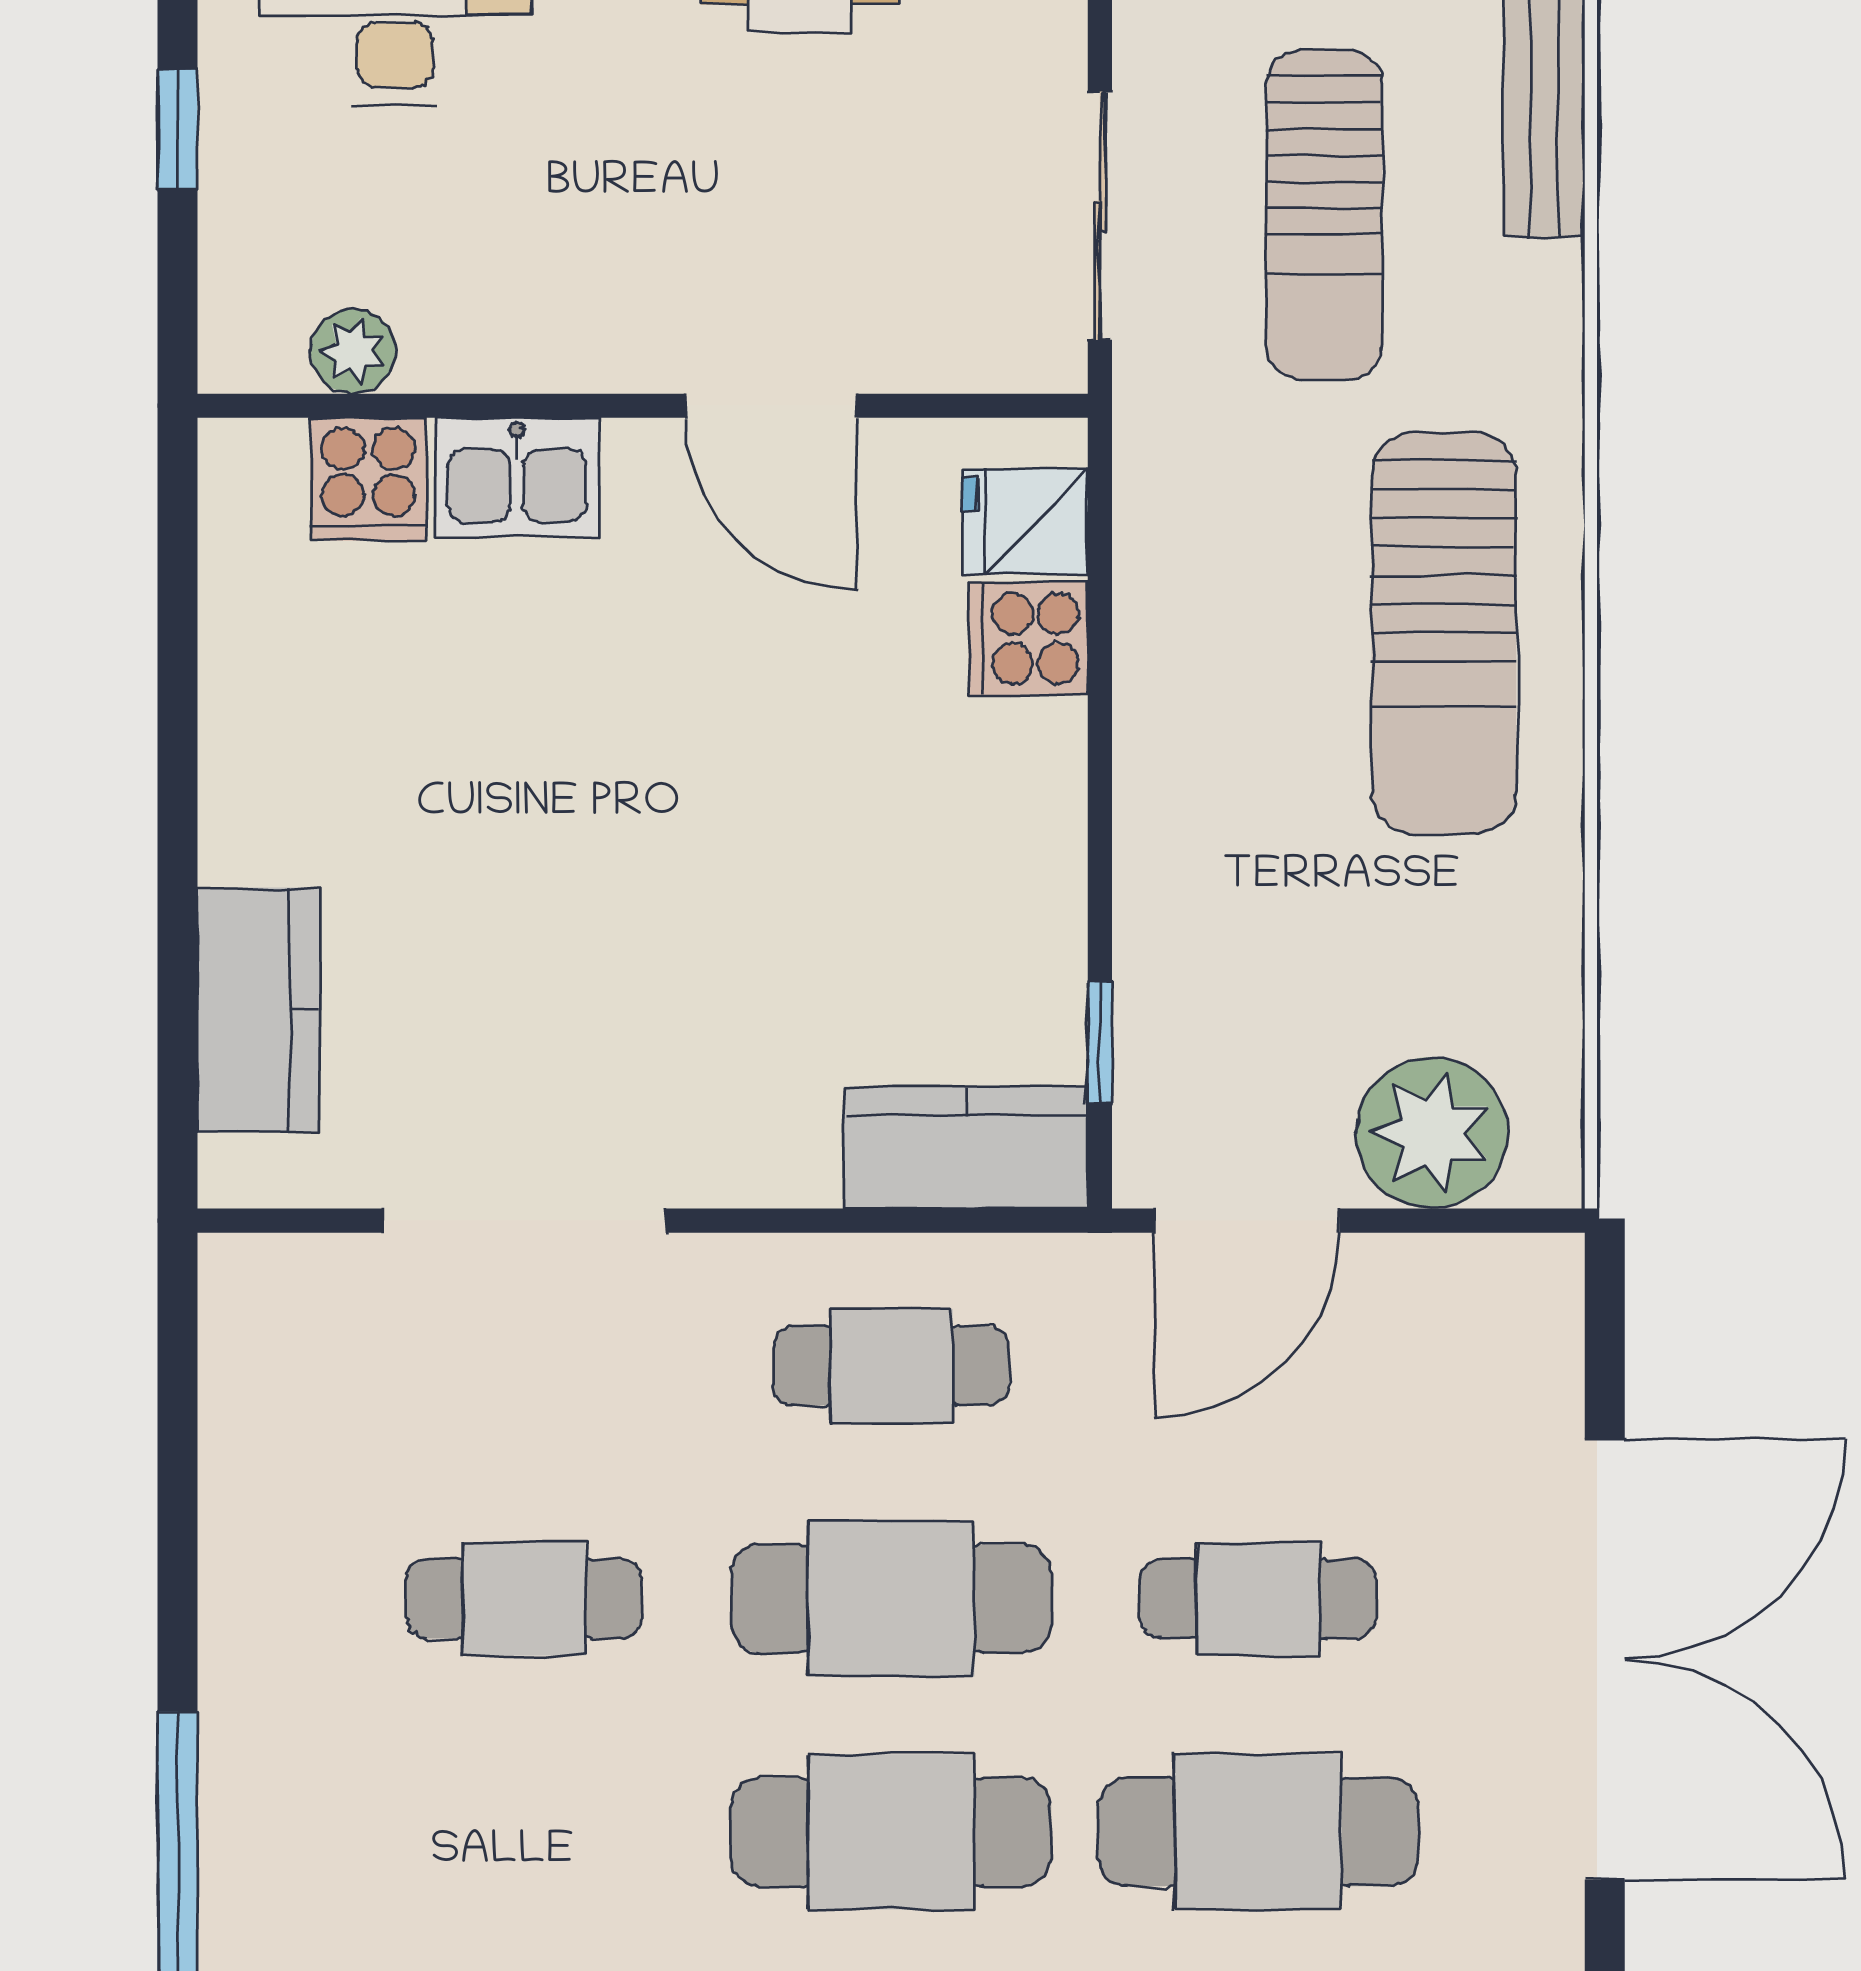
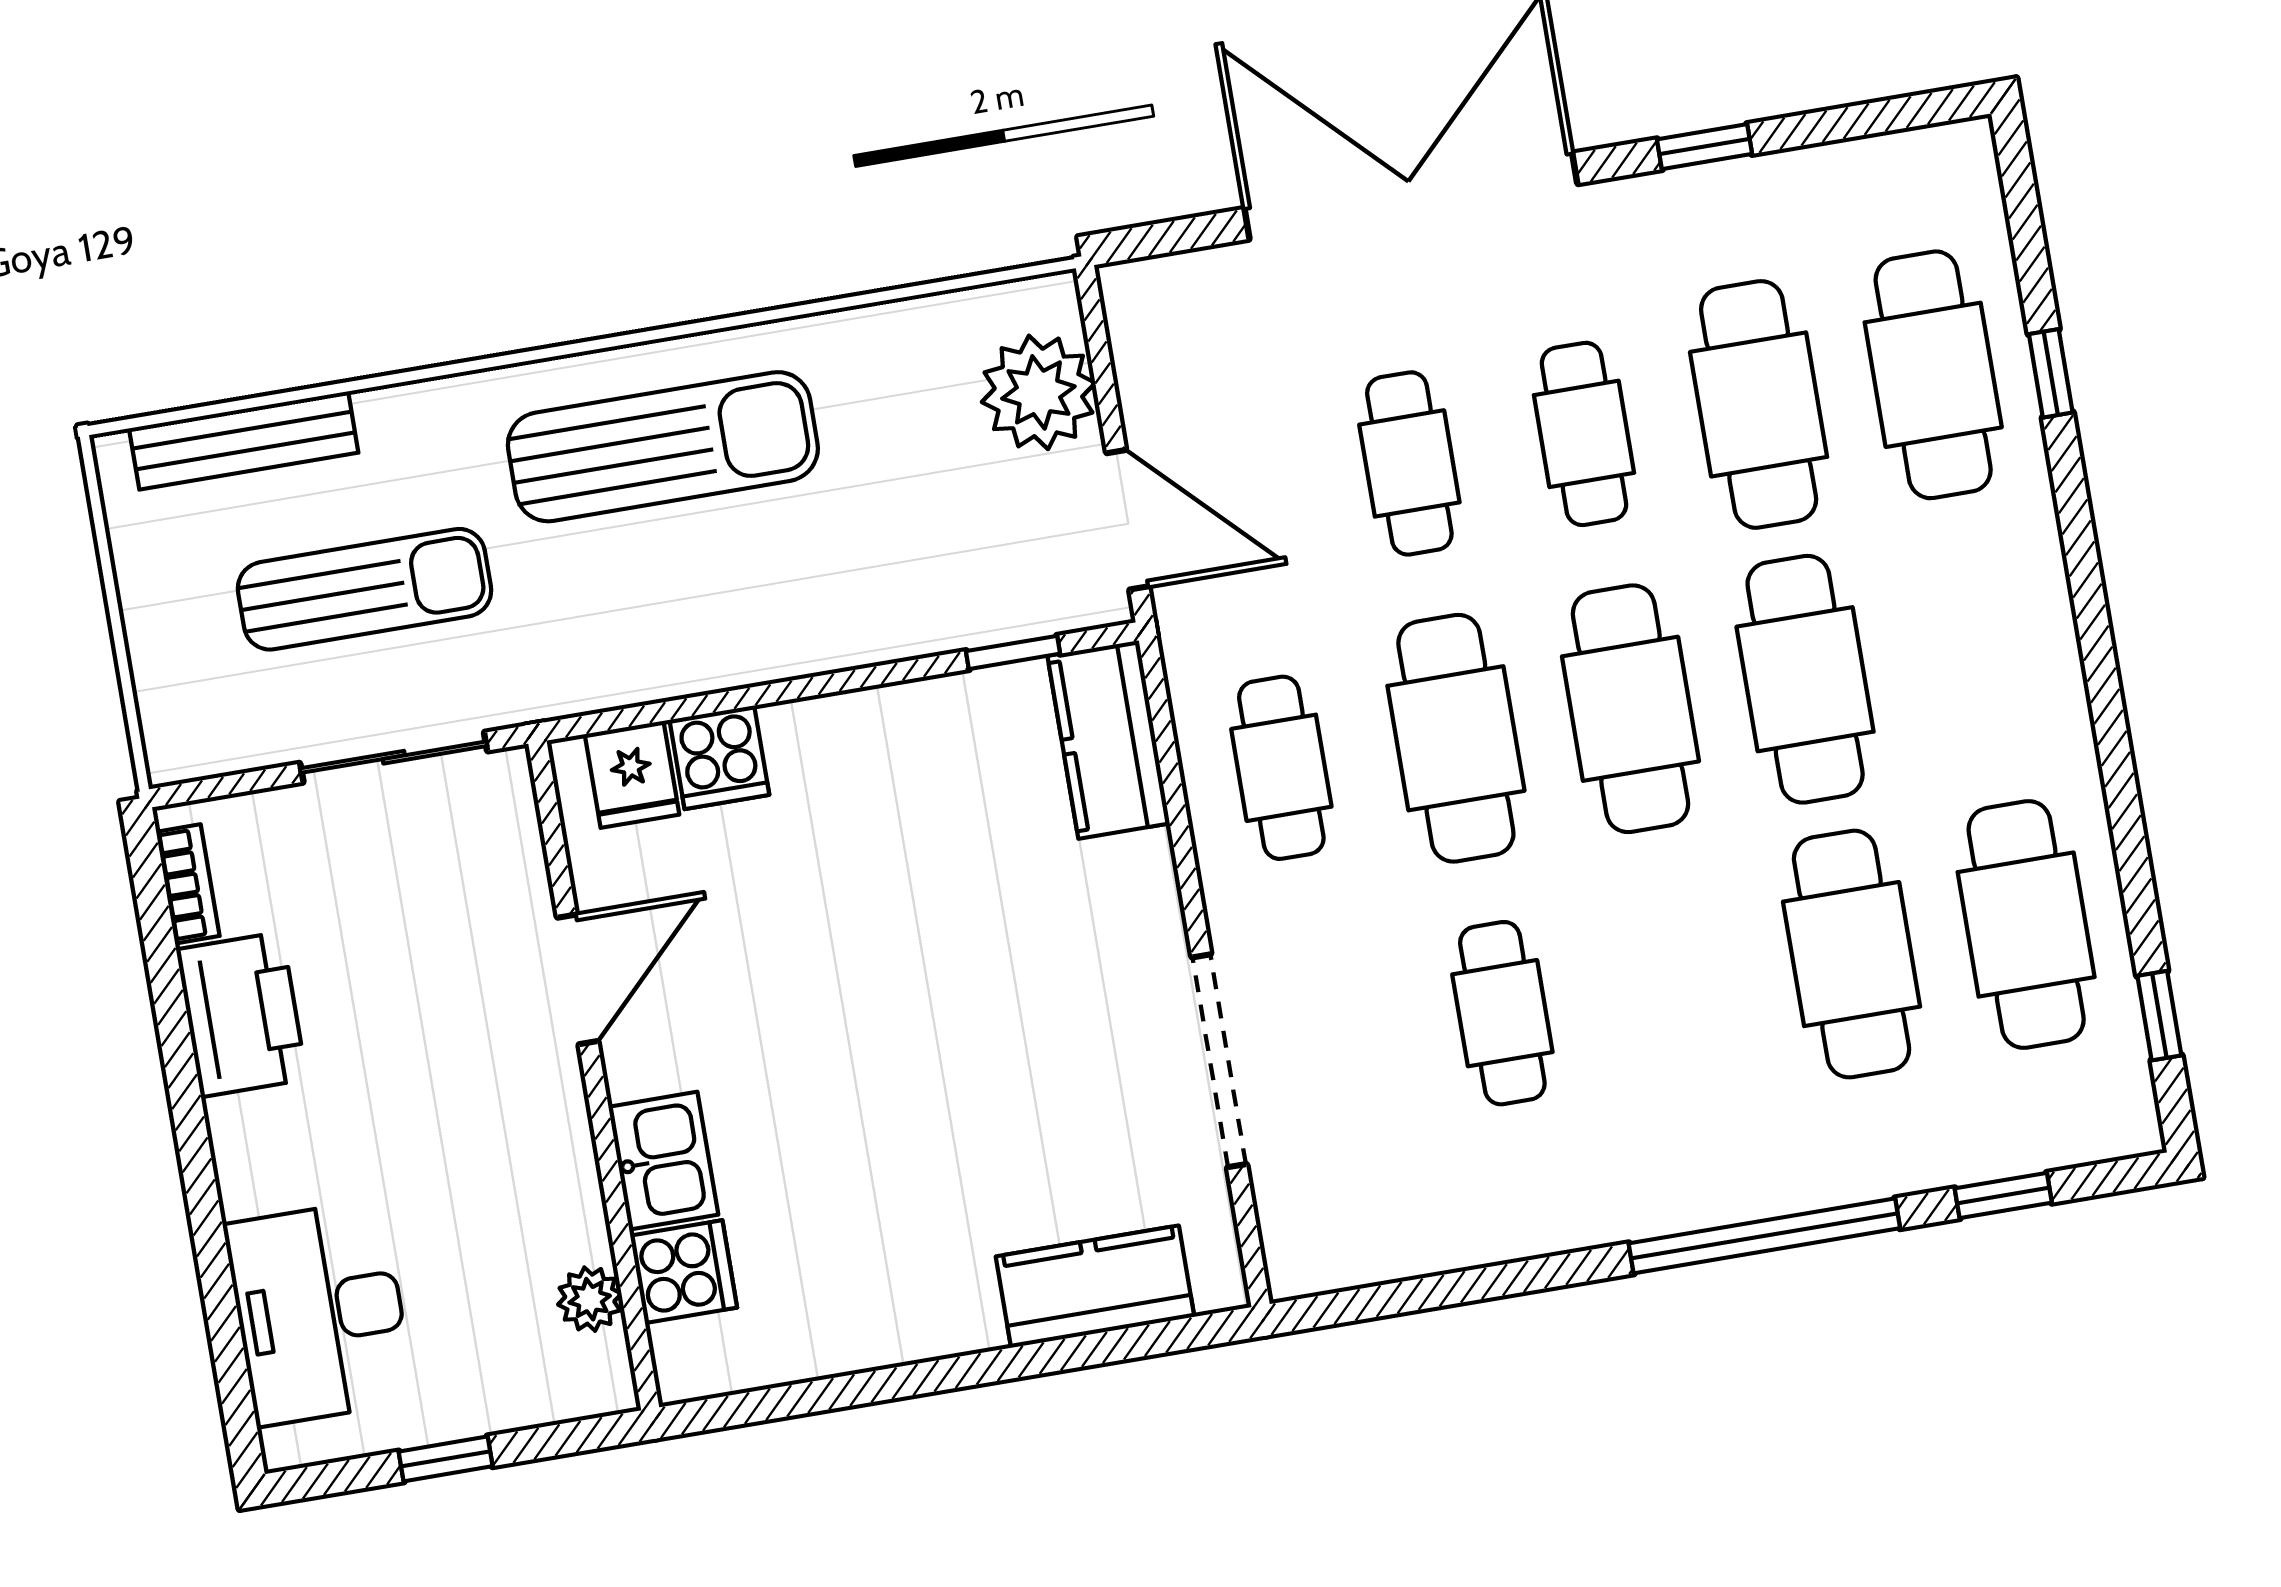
cafe table: (1258, 1832) -> (1584, 434), width x0.73, depth x0.74

